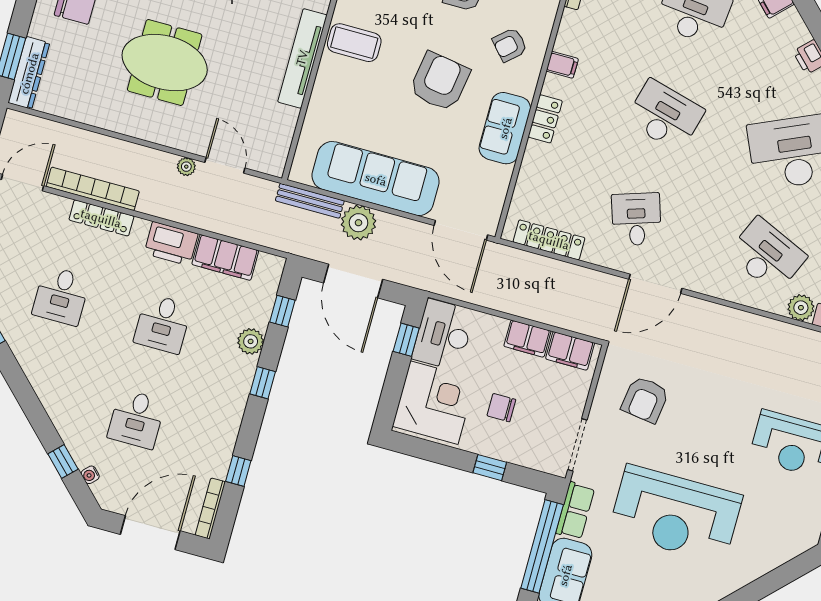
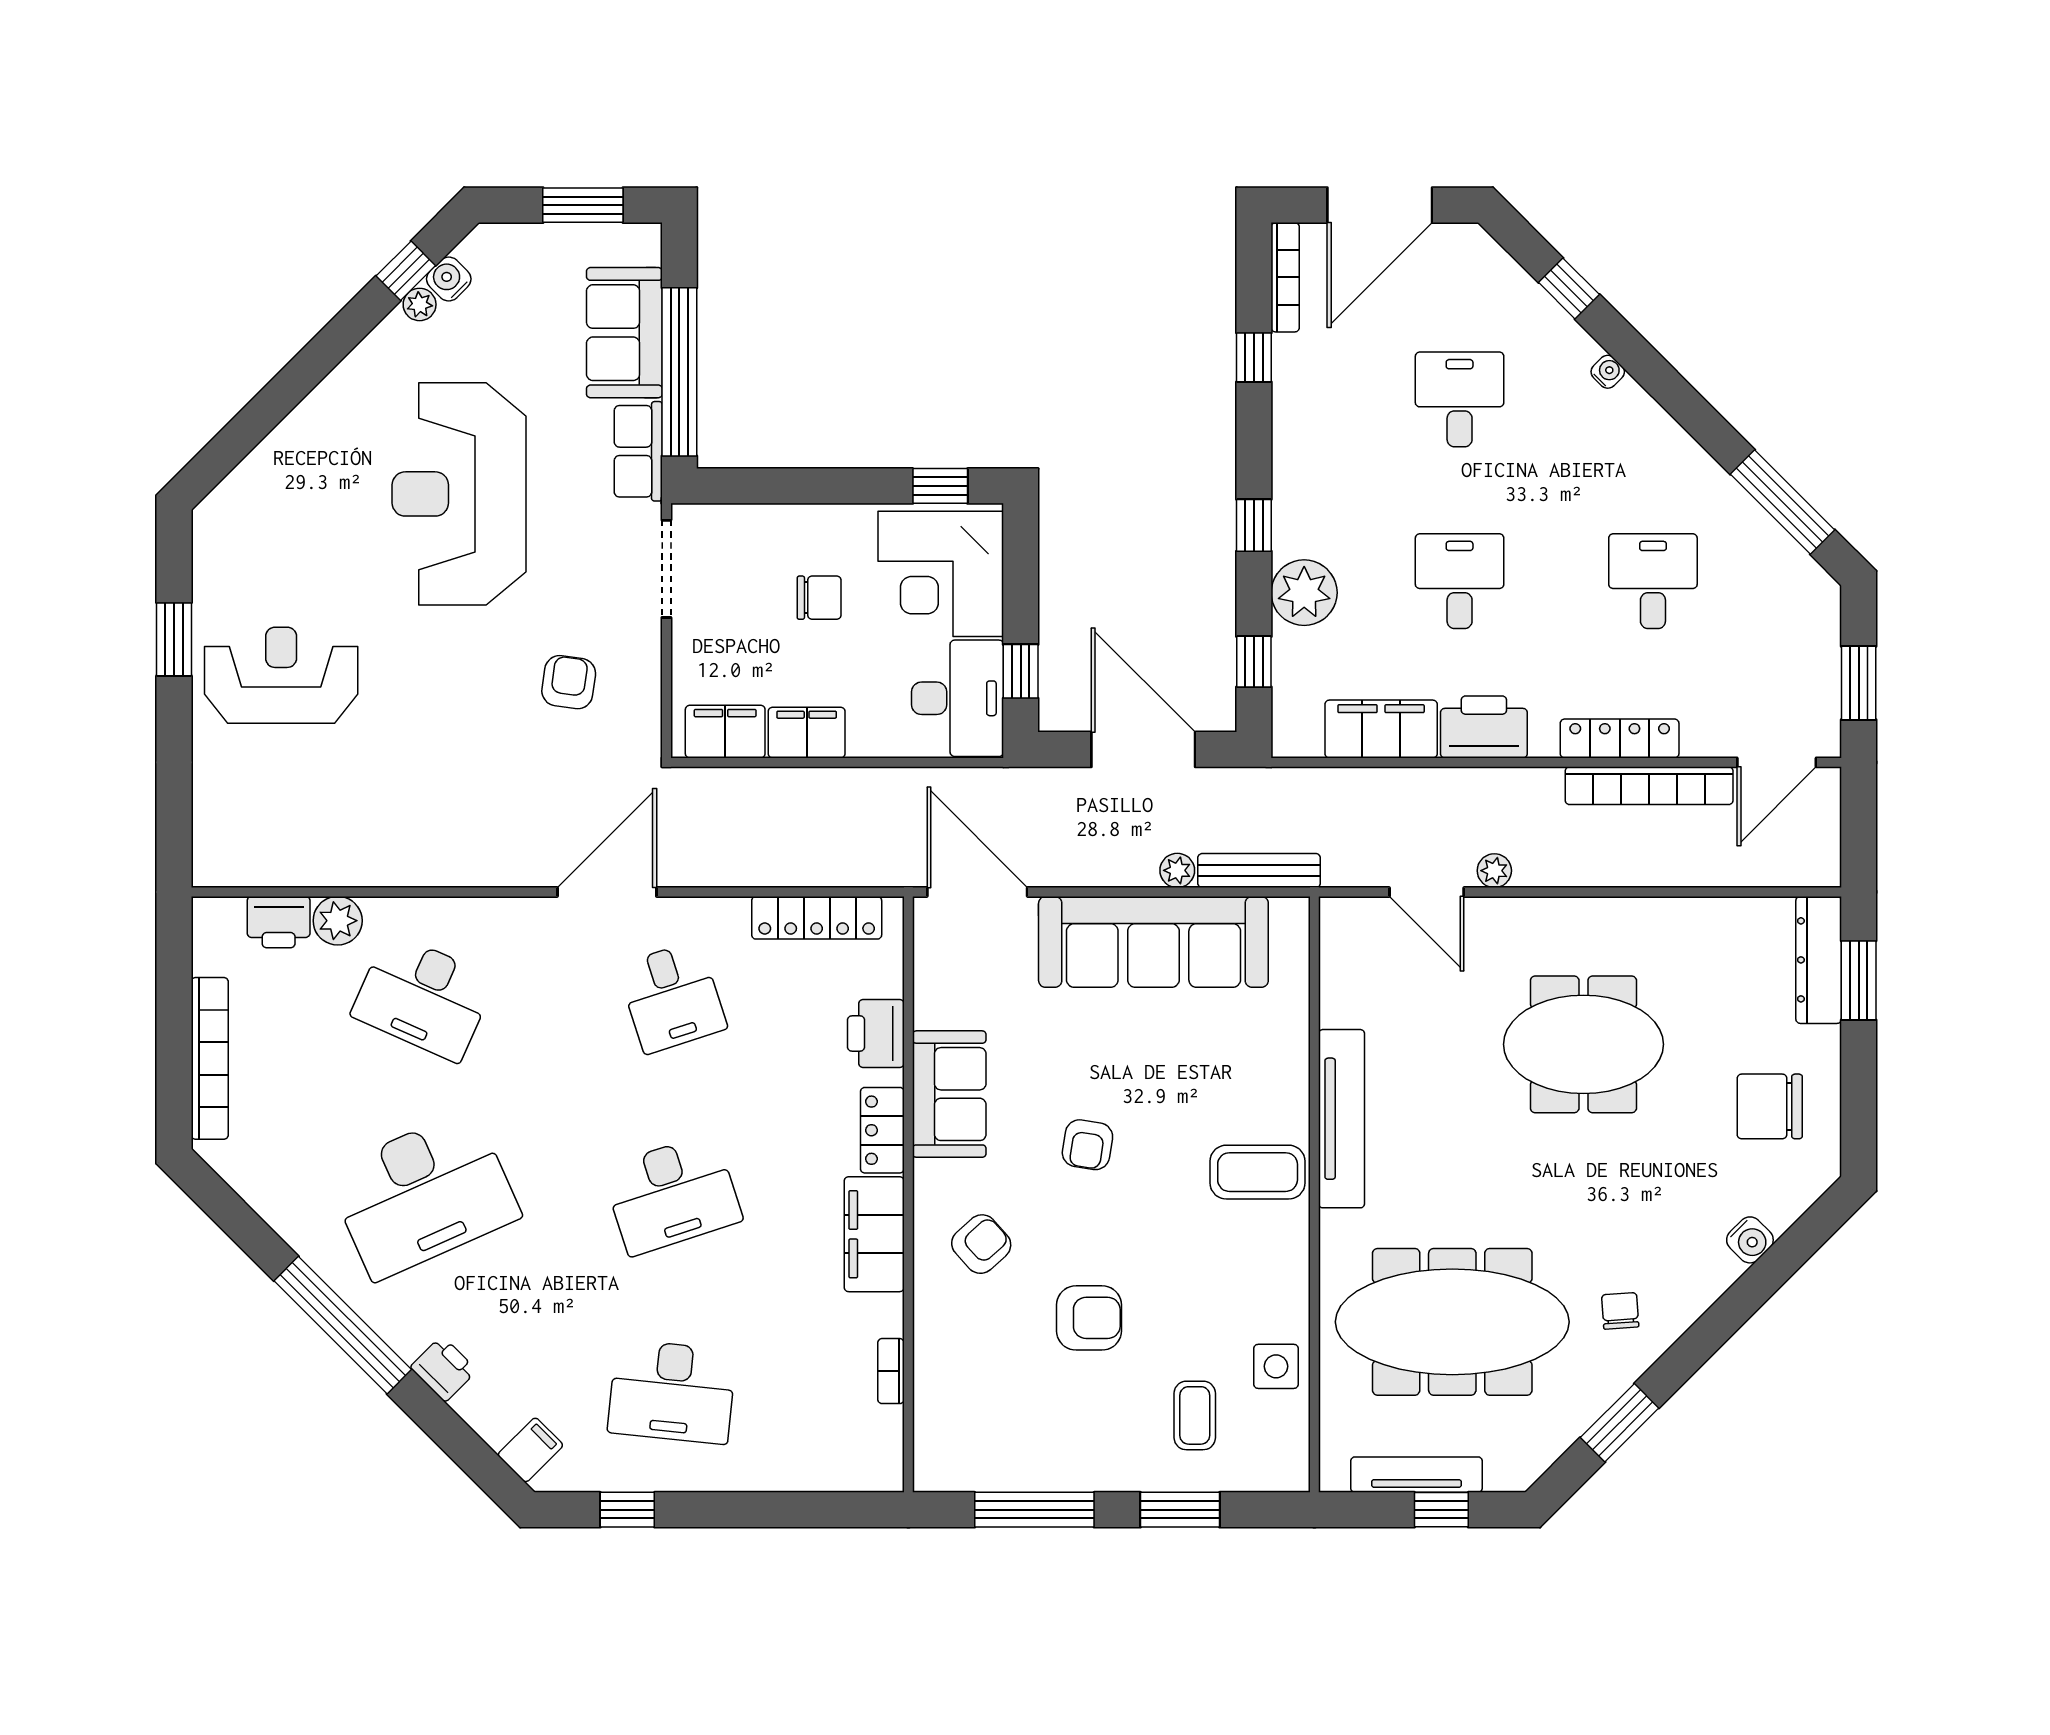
filing cabinet: (562, 65) -> (874, 1234), width x3.00, depth x1.17
armchair: (440, 82) -> (1087, 1145), width x0.53, depth x0.53
desk: (665, 116) -> (672, 1194), turned -33
printer: (535, 171) -> (876, 1033), added
plant: (358, 223) -> (1177, 870), width x0.53, depth x0.53
plant: (251, 341) -> (1304, 593), width x1.36, depth x1.36
armchair: (645, 399) -> (569, 682), width x0.72, depth x0.72
window: (490, 468) -> (940, 486), moved
water cooler: (90, 475) -> (1608, 372), moved
reception desk: (675, 514) -> (459, 494), turned -90

